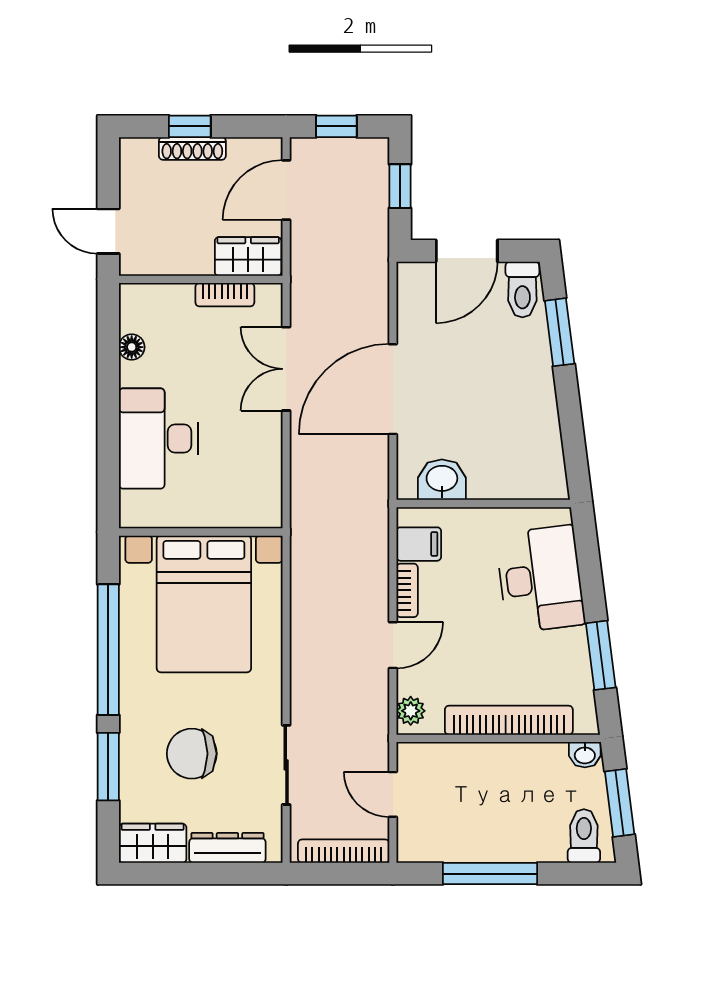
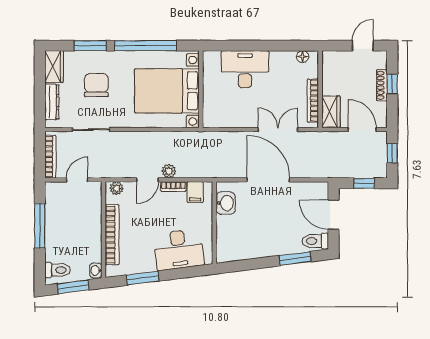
door: (108, 231) -> (363, 46), moved
bookcase: (225, 295) -> (313, 101), width x1.56
floor lamp: (132, 347) -> (303, 57), moved
plant: (374, 600) -> (169, 171), added
door: (393, 645) -> (147, 180), hinge flipped

